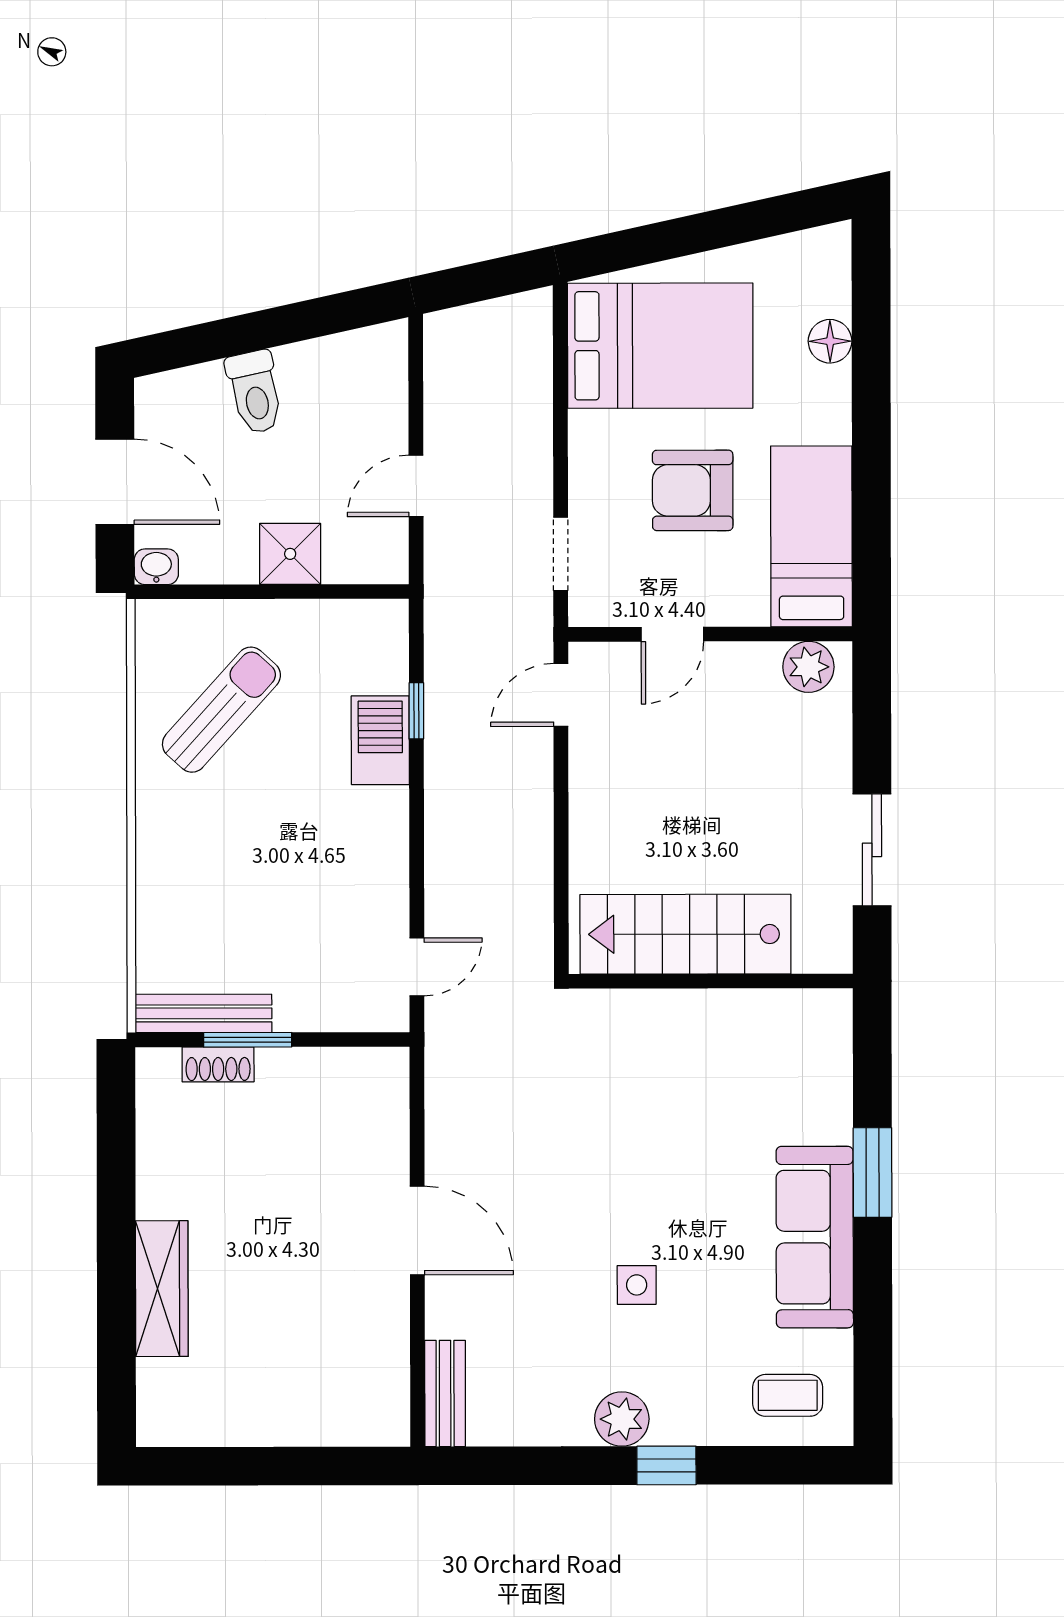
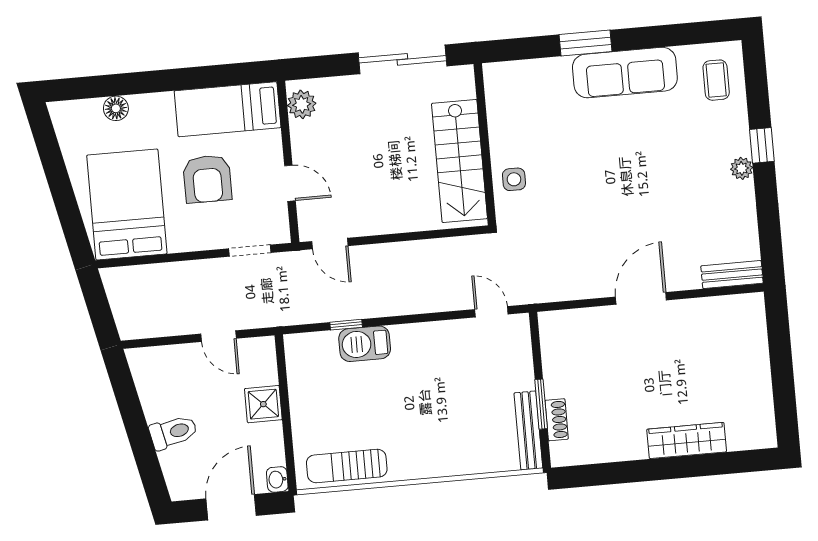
sun lounger: (221, 710) -> (347, 466), moved, turned -42
sliding door: (872, 850) -> (402, 59), width x1.37
side table: (637, 1285) -> (514, 179), moved
plant: (622, 1419) -> (742, 168), width x0.73, depth x0.73

